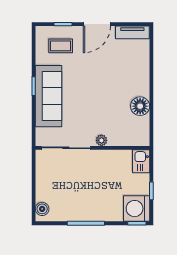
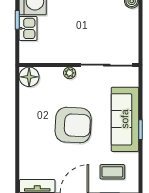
armchair: (98, 91) -> (73, 125), added
floor lamp: (140, 106) -> (29, 77), moved
kitchen sink: (141, 161) -> (28, 28), moved

